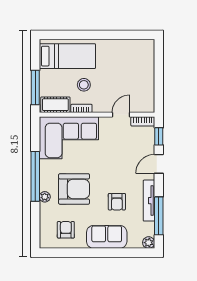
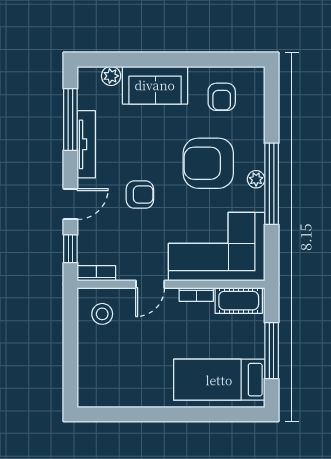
stool: (84, 85) -> (102, 314), moved
window: (35, 87) -> (272, 351), moved
door: (121, 115) -> (150, 284), moved
plant: (45, 197) -> (256, 179), moved
armchair: (117, 202) -> (140, 195), moved, turned 90
plant: (149, 243) -> (111, 76), moved

